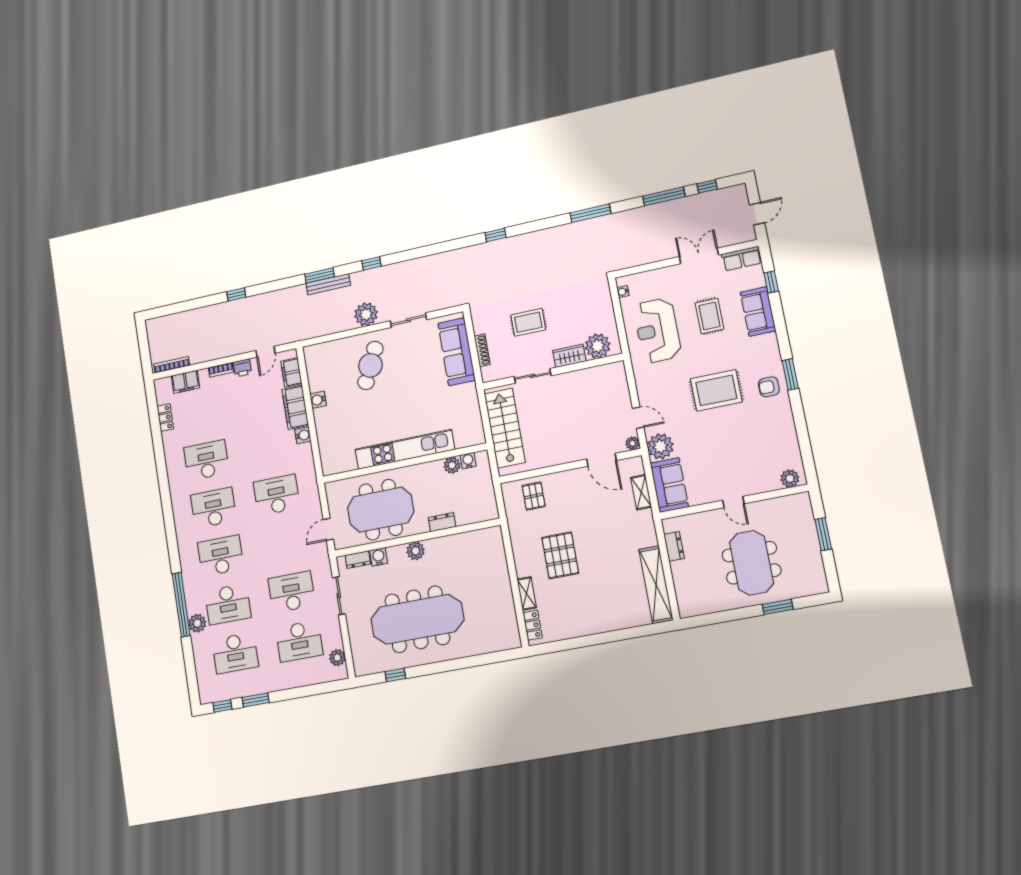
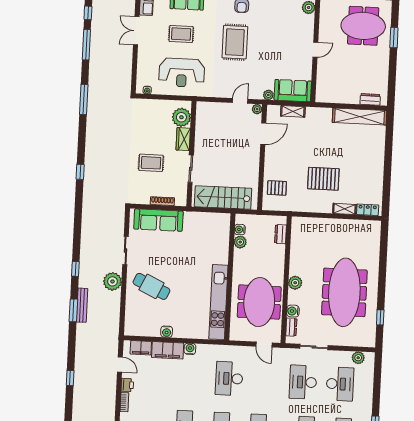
rug: (528, 322) -> (151, 163), turned 90
plant: (660, 446) -> (268, 95), width x0.53, depth x0.53
kitchen unit: (405, 449) -> (218, 302), moved
dresser: (442, 522) -> (280, 234), moved
dresser: (674, 546) -> (370, 99), moved
meeting table: (752, 563) -> (363, 26), moved

